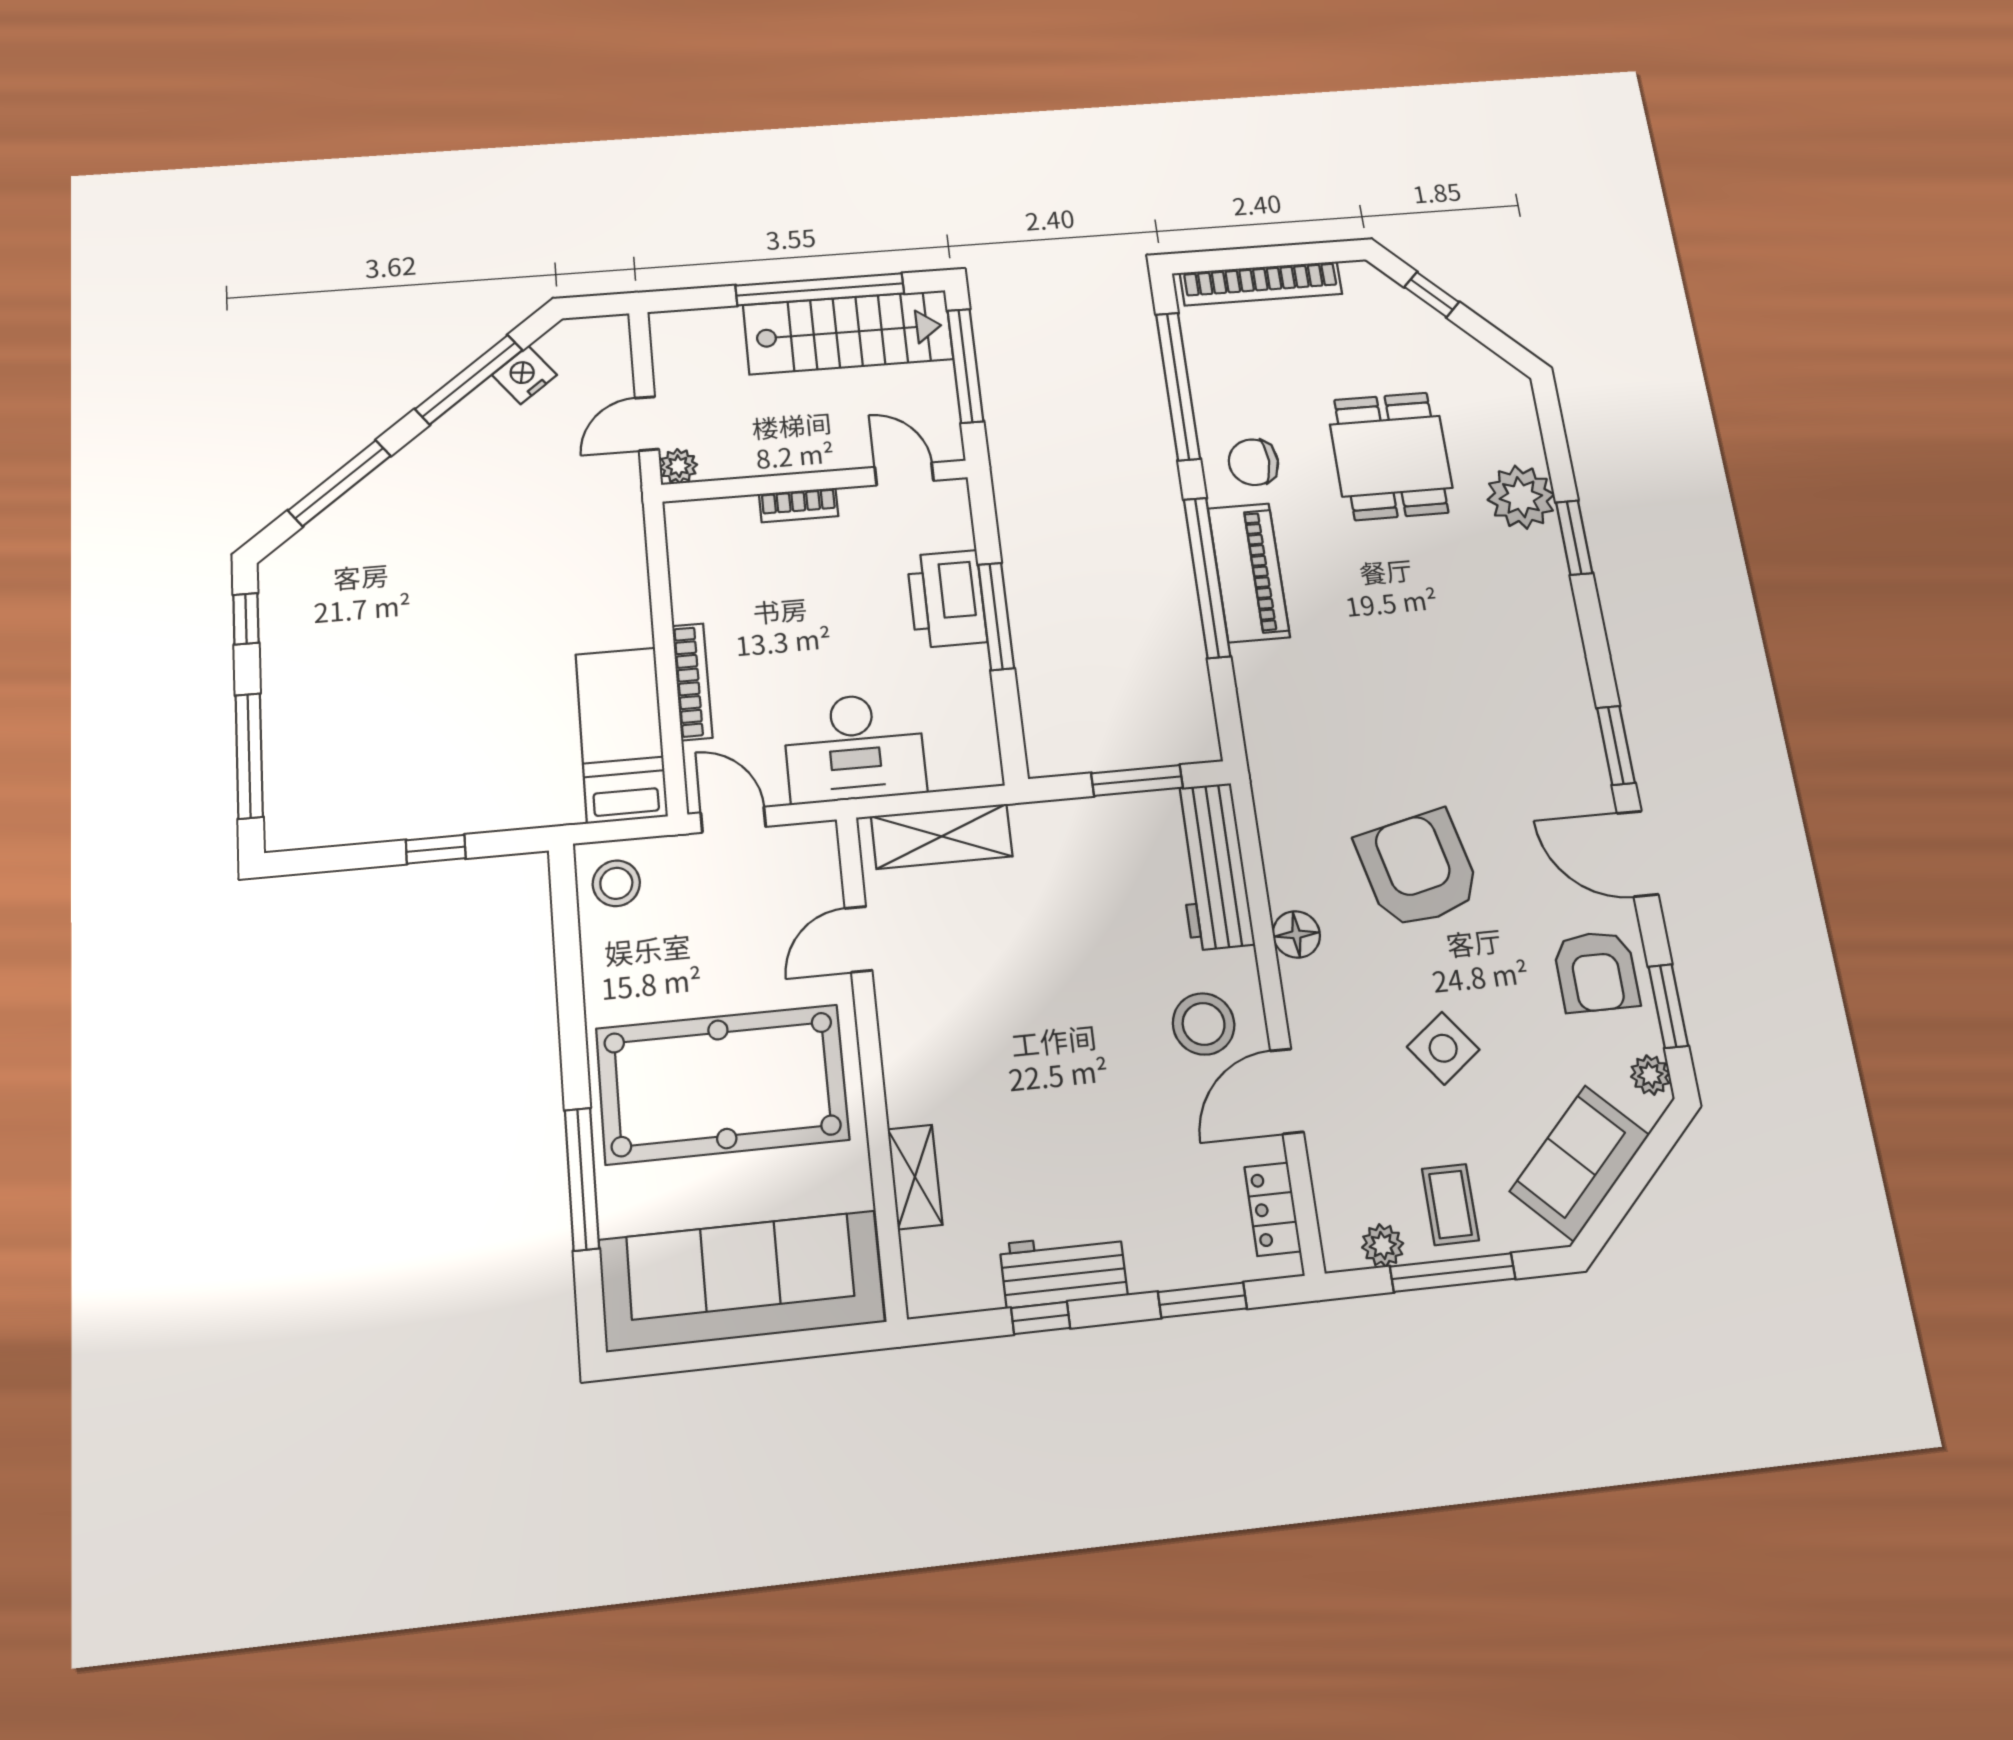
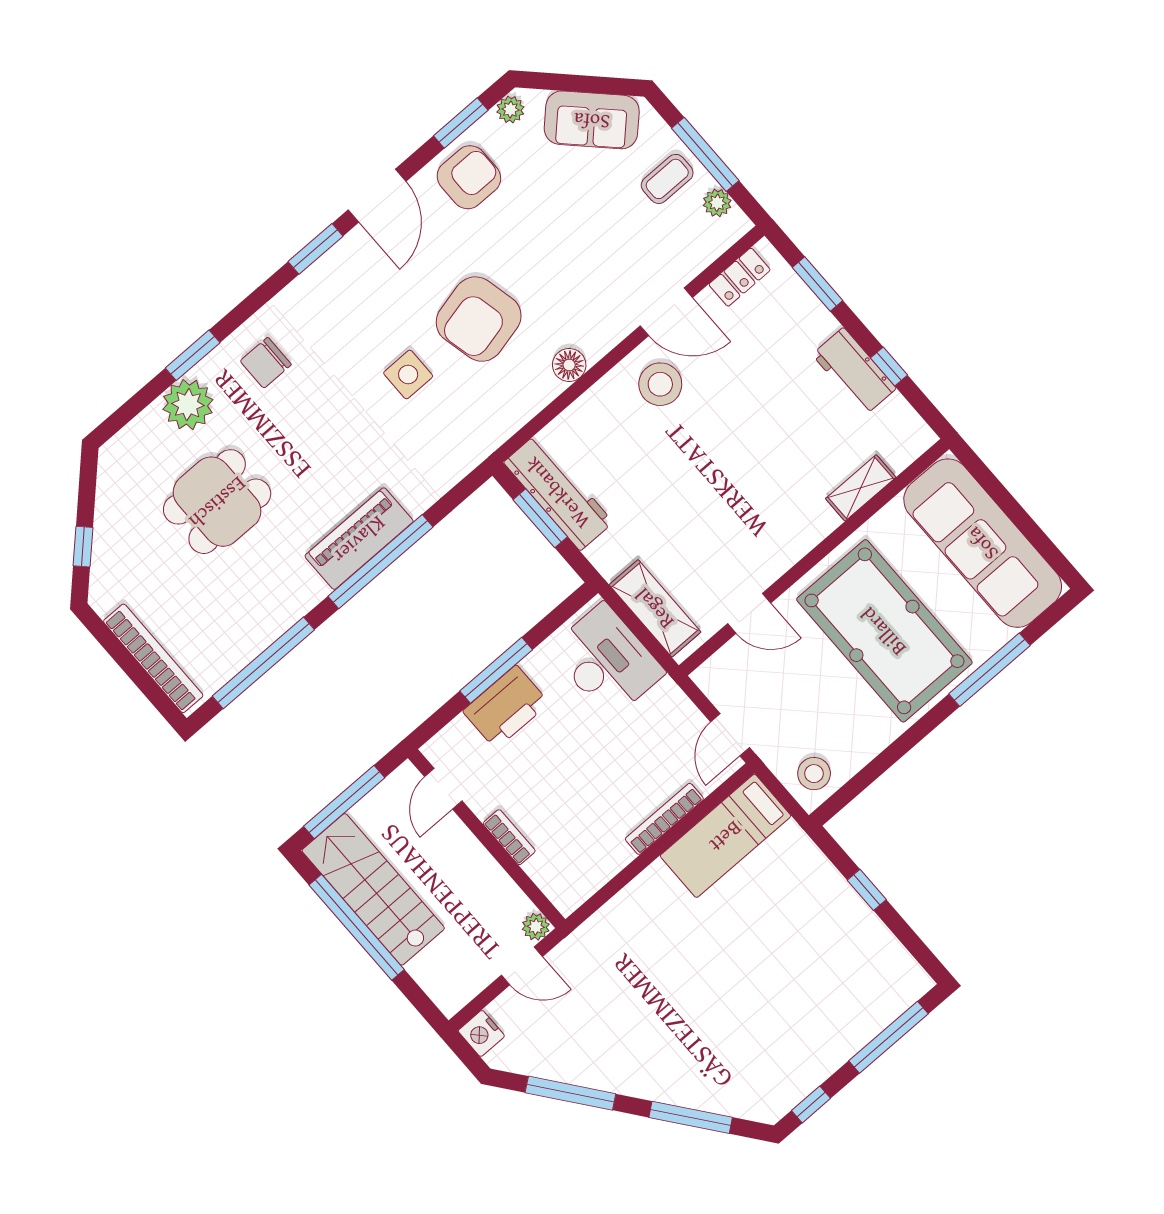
nightstand: (524, 375) -> (481, 1033), moved, turned 38
chair: (1253, 462) -> (266, 363), moved, turned 90
desk: (854, 747) -> (607, 661), moved
workbench: (1212, 866) -> (558, 492), moved, turned -90
side table: (1443, 1048) -> (408, 375), moved, turned 37

